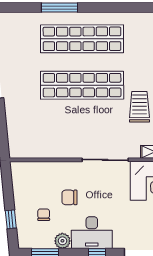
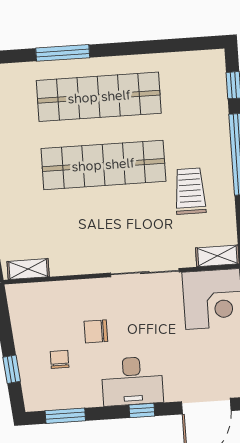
shelving: (26, 152) -> (28, 269), added
plant: (62, 241) -> (90, 396), removed

